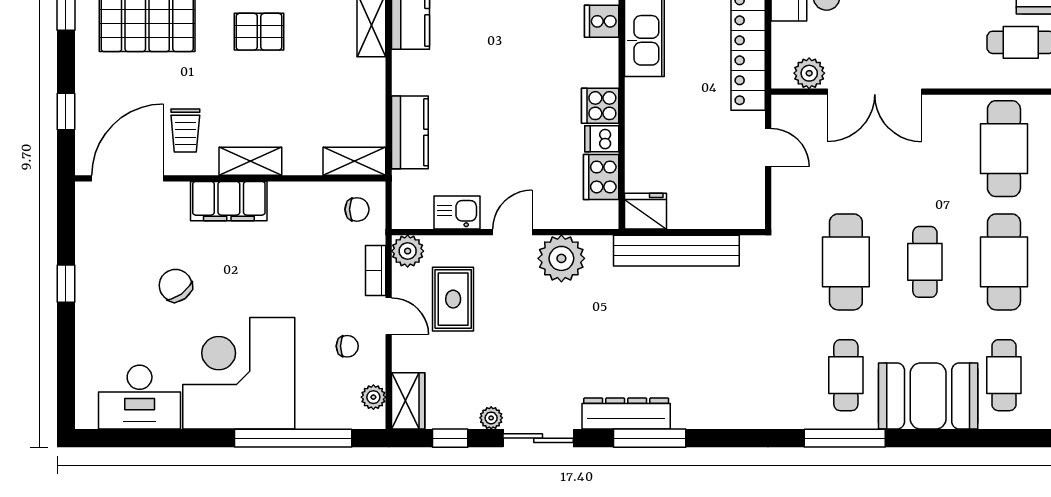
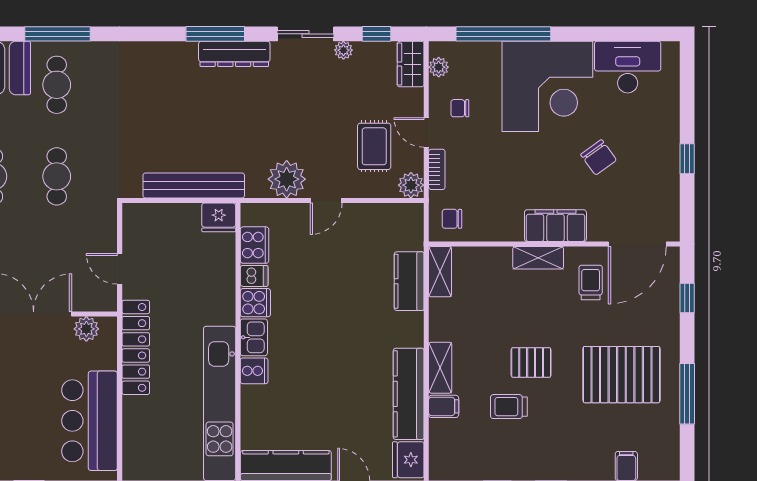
shelving: (354, 161) -> (440, 272), moved, turned 90
kitchen sink: (457, 212) -> (254, 337), moved, turned -90
cafe table: (846, 262) -> (57, 176), width x0.73, depth x0.74

